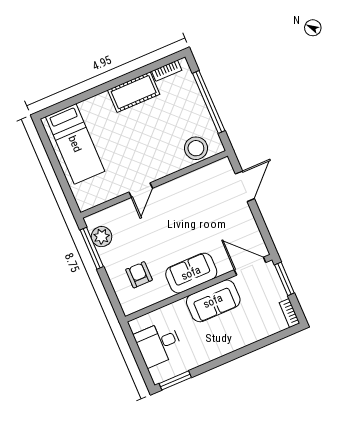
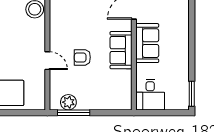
armchair: (139, 275) -> (82, 57), moved
desk: (158, 344) -> (150, 95), moved

